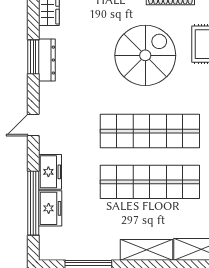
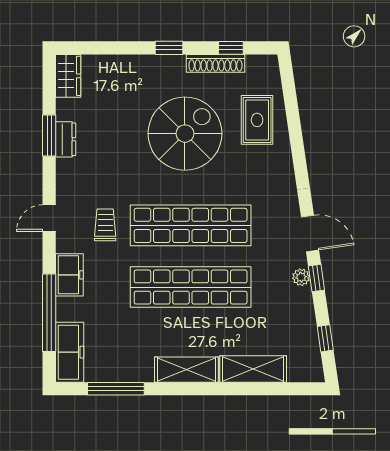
dresser: (47, 60) -> (66, 139), width x0.70
trolley: (79, 131) -> (105, 225), added
freezer: (50, 208) -> (70, 352), moved, width x1.40

